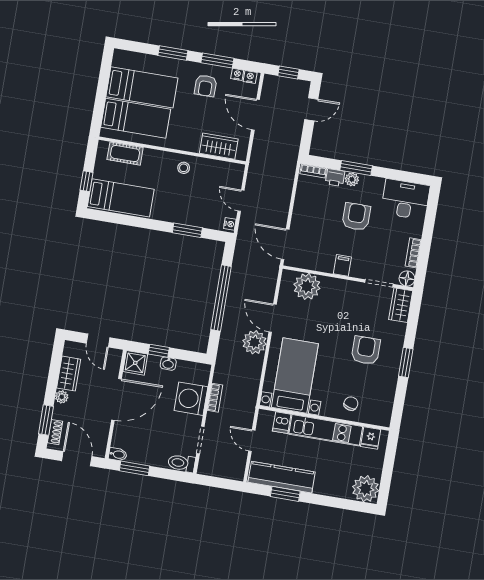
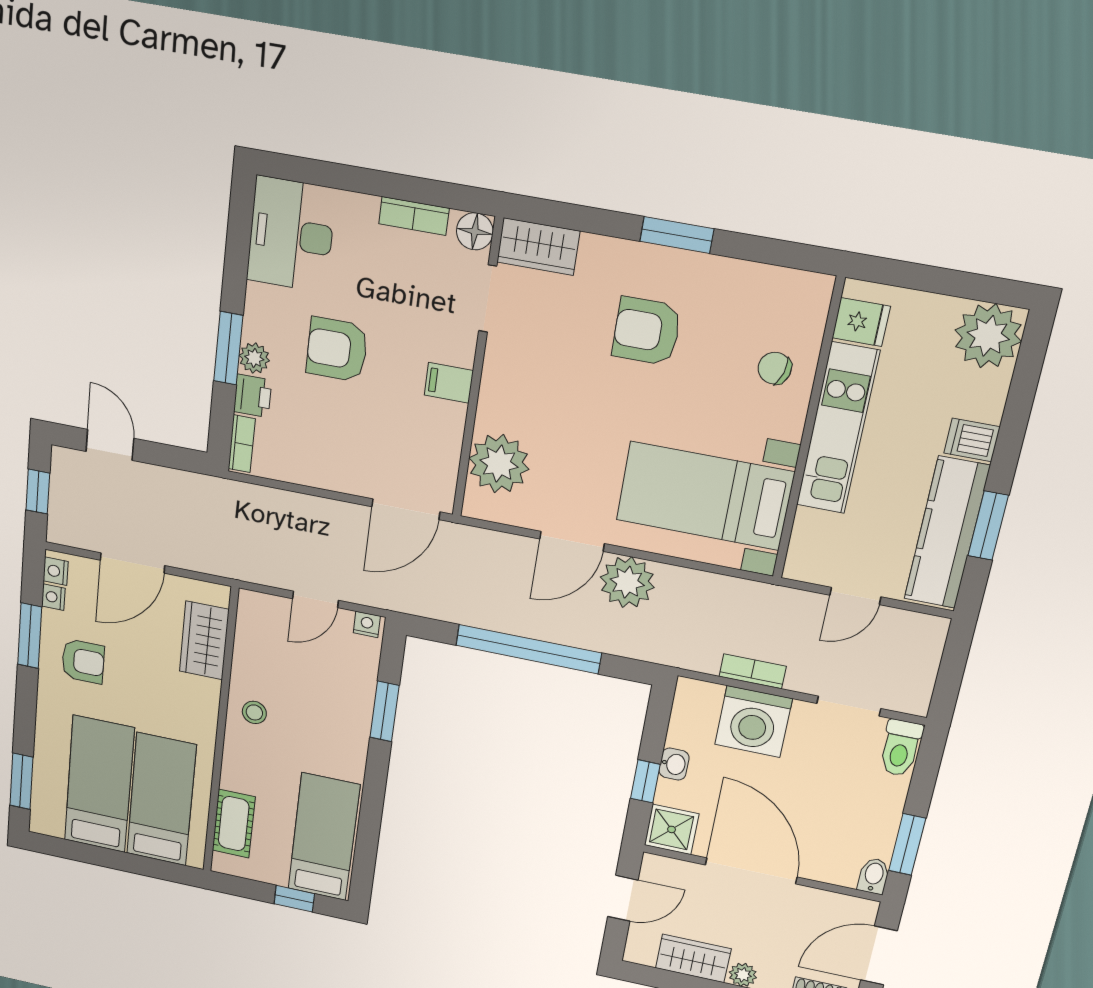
window: (173, 53) -> (21, 781), moved
dishwasher: (282, 423) -> (972, 440), moved, turned 180

